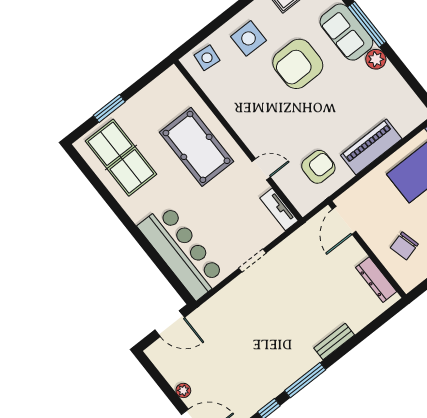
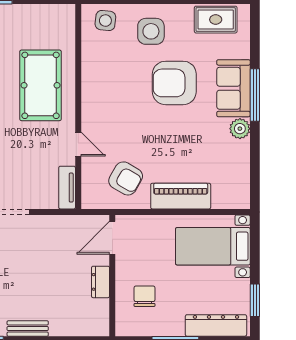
armchair: (318, 167) -> (126, 178), turned 30
chair: (404, 246) -> (144, 296), turned 105
dresser: (376, 280) -> (101, 282), moved, width x0.70

